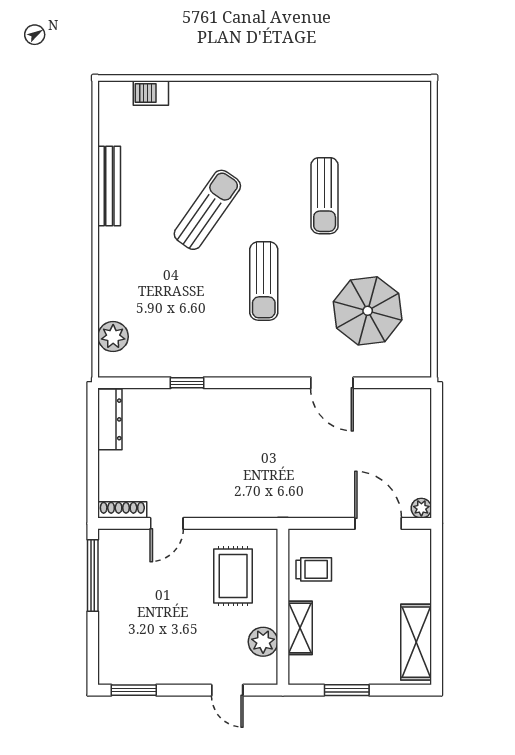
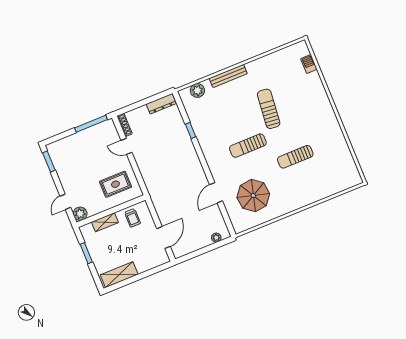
bench: (109, 186) -> (228, 76), moved
sun lounger: (207, 210) -> (269, 109), turned -119
plant: (421, 508) -> (216, 238), moved
plant: (263, 642) -> (80, 214), moved

